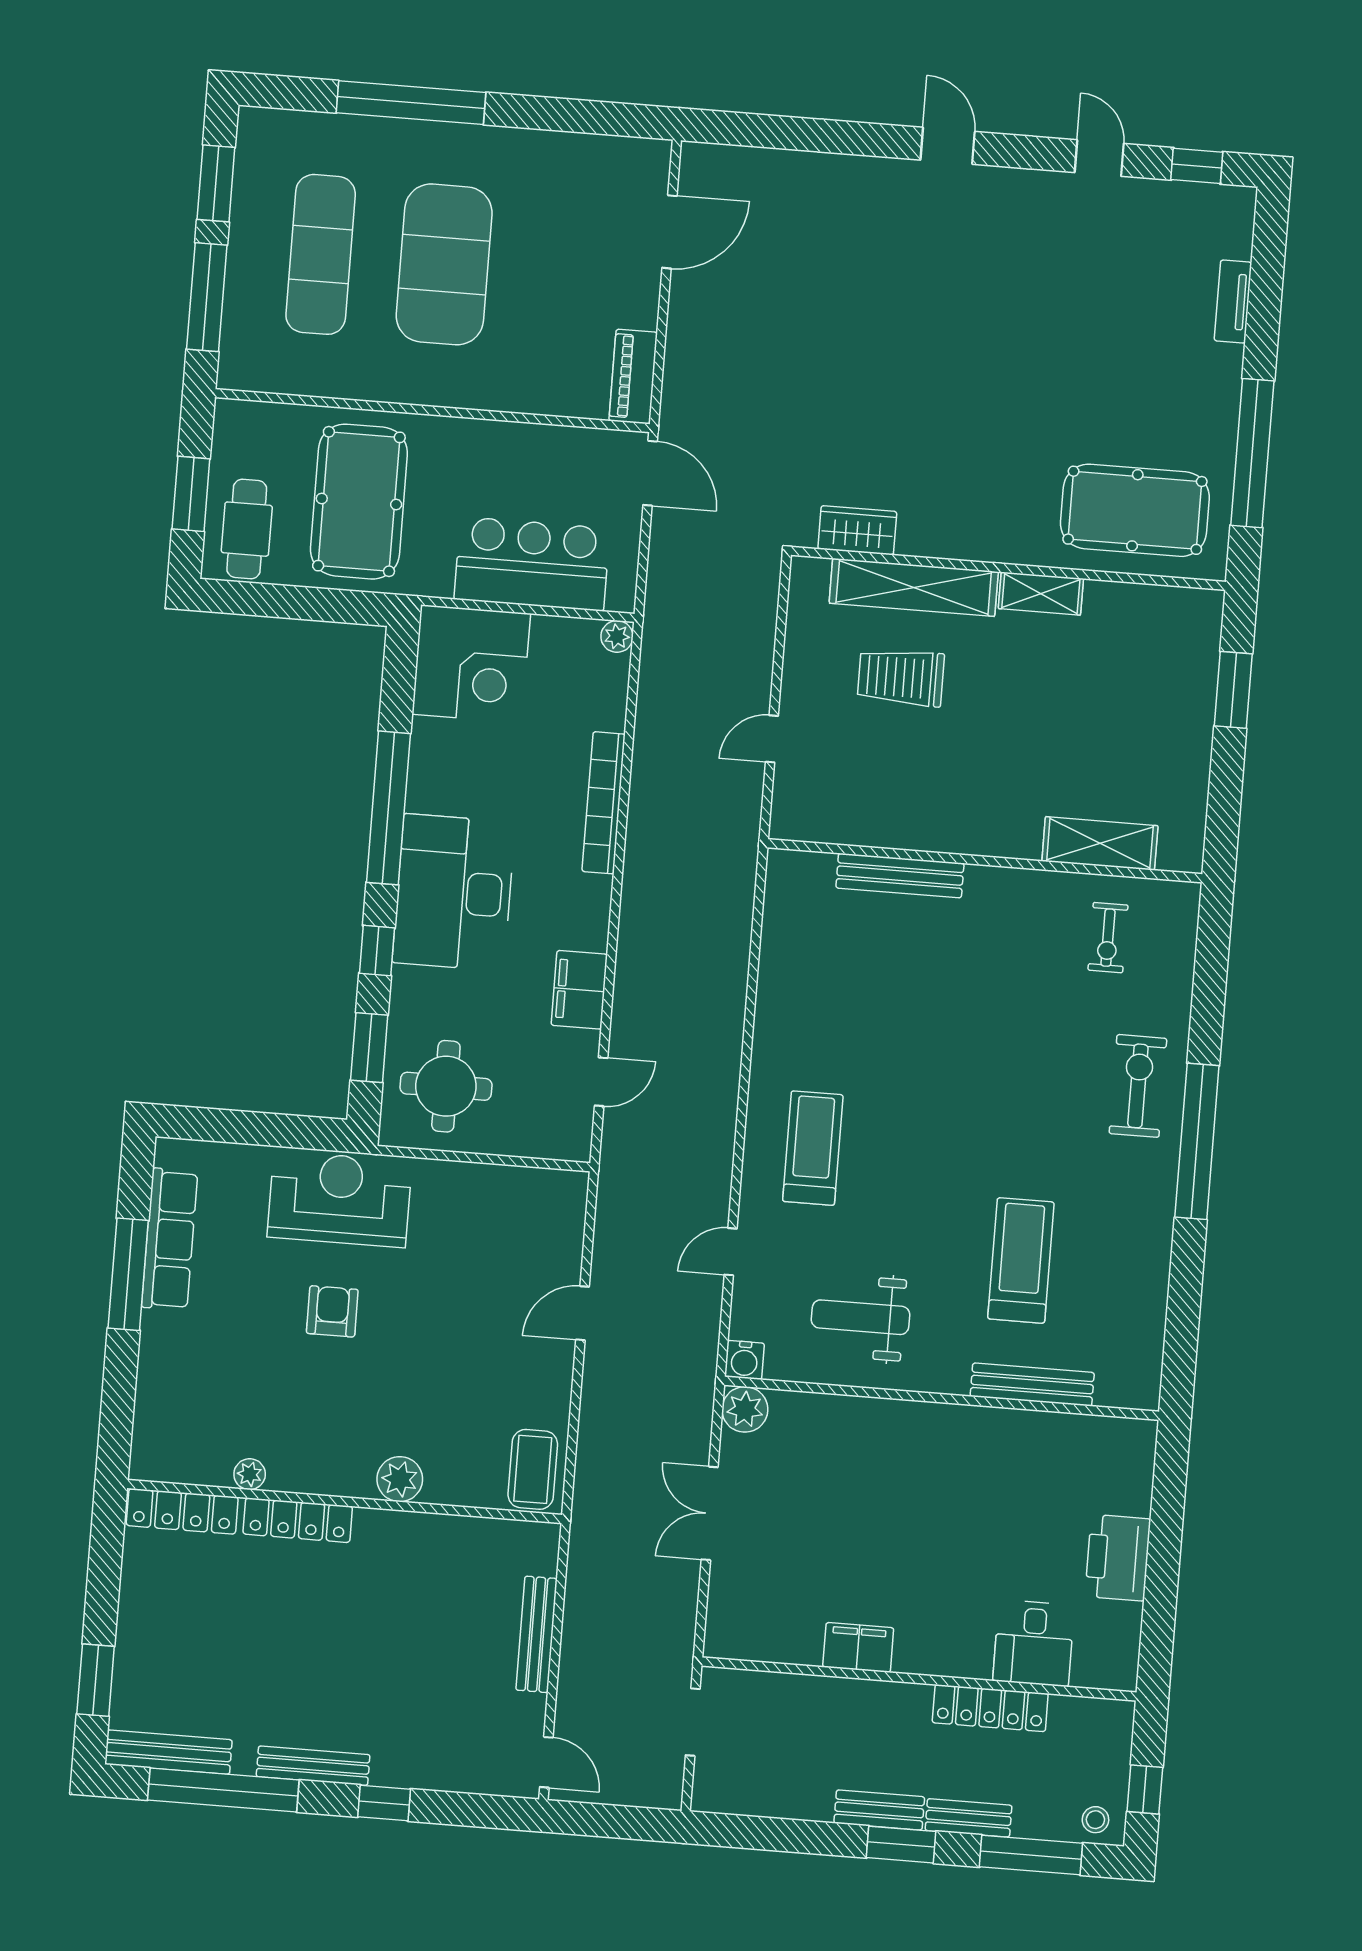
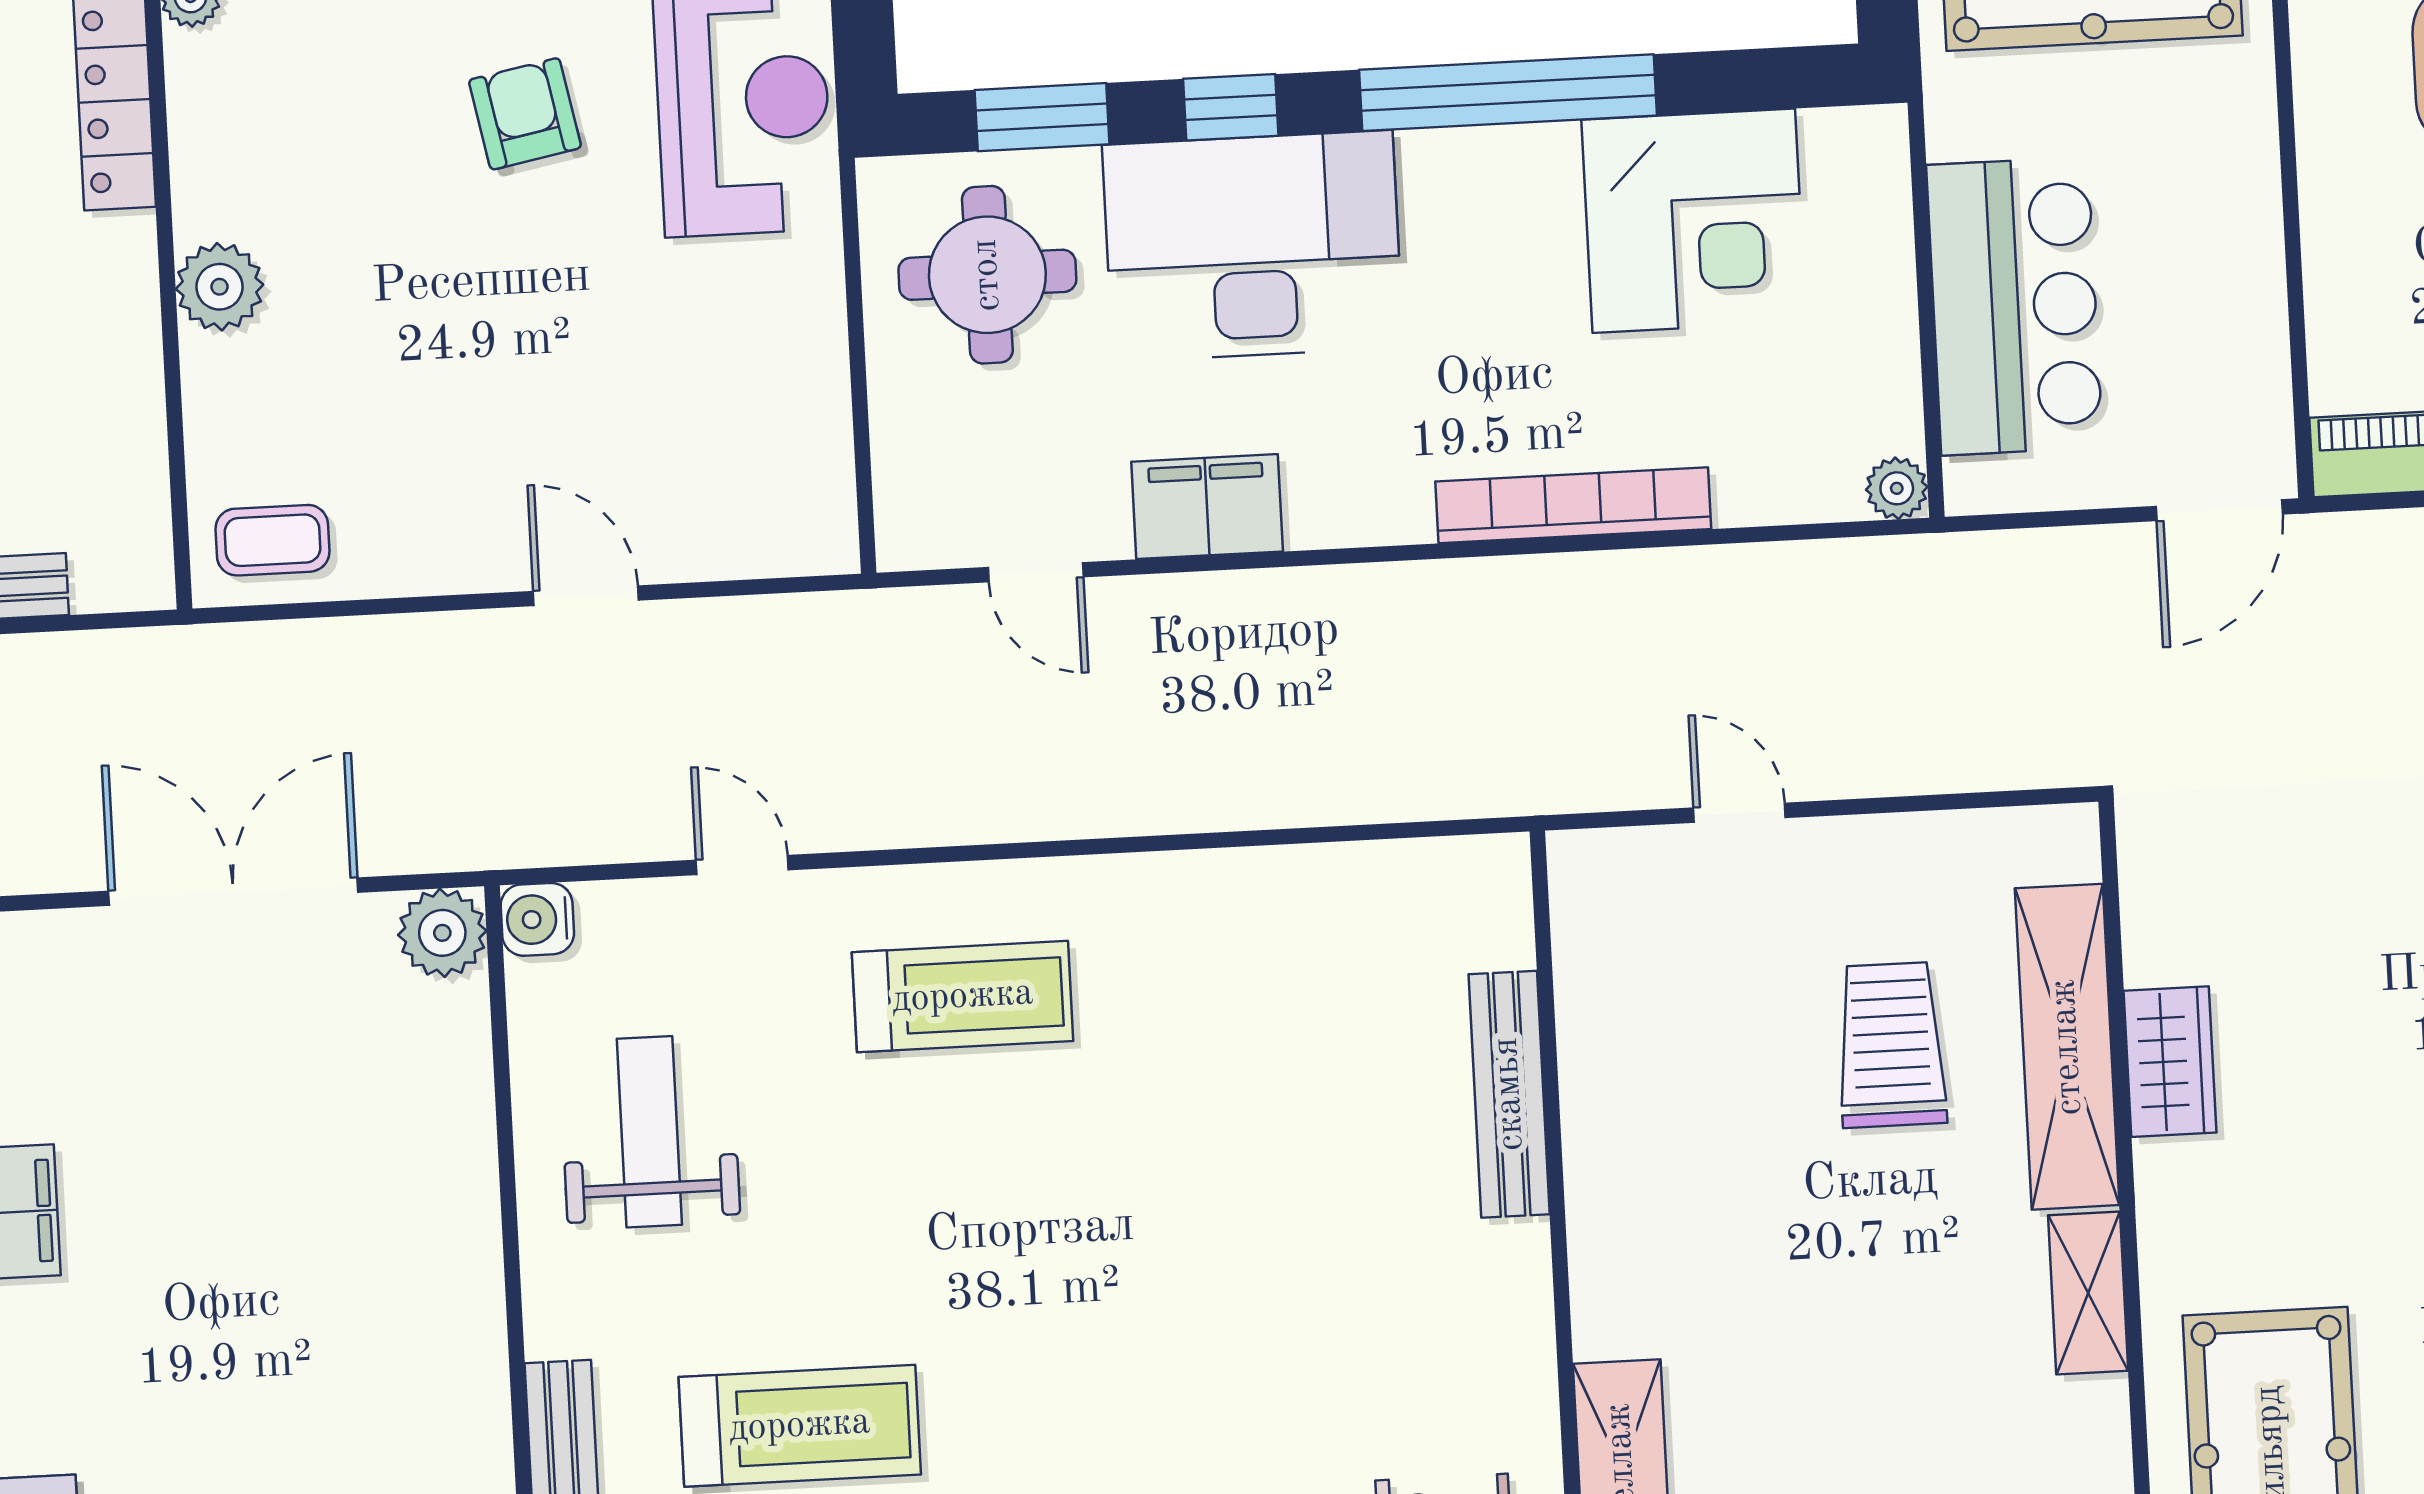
wardrobe: (857, 530) -> (2170, 1062), moved
corner desk: (471, 664) -> (1694, 221), moved, turned -90
desk: (454, 892) -> (1253, 246), moved
armchair: (332, 1311) -> (525, 114), turned -101
coffee table: (533, 1469) -> (272, 540), width x0.73, depth x0.77
double door: (710, 1513) -> (233, 892), width x1.37

